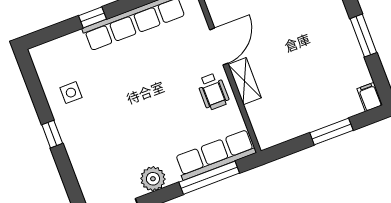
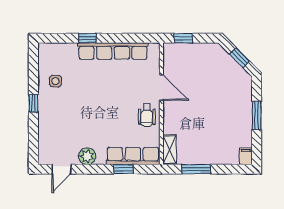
door: (219, 46) -> (161, 87), hinge flipped
shelving: (245, 81) -> (170, 150), moved
window: (331, 131) -> (196, 169), moved
window: (209, 178) -> (123, 169), width x0.46

